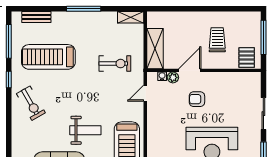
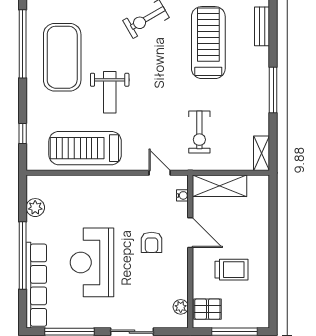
plant: (173, 77) -> (181, 307), moved
armchair: (197, 99) -> (152, 242), turned 180

